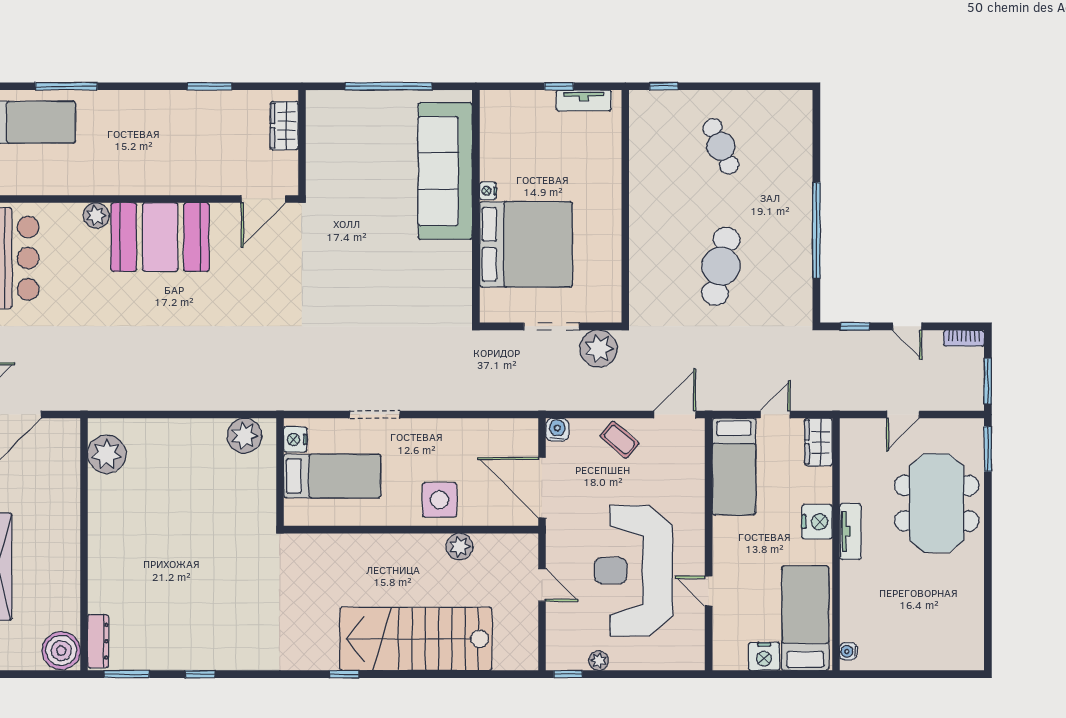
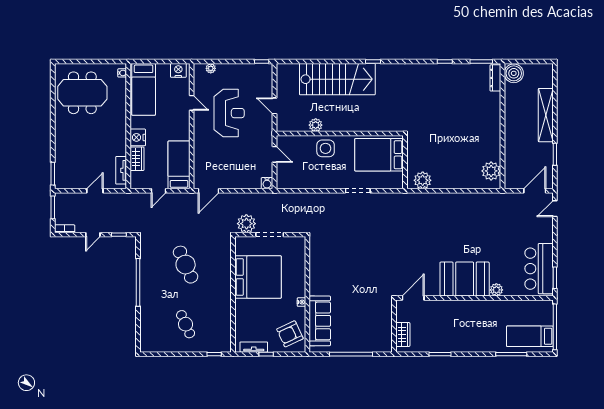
armchair: (511, 127) -> (290, 334), added
sofa: (445, 171) -> (320, 321), width x0.74, depth x0.79
bed: (526, 244) -> (258, 277), moved, turned 180
cafe table: (721, 266) -> (186, 265), turned -36
door: (907, 326) -> (93, 235), swing flipped
nightstand: (295, 440) -> (397, 178), removed
coffee table: (619, 440) -> (236, 178), removed
wardrobe: (818, 442) -> (137, 159), moved
bed: (332, 476) -> (379, 155), width x1.50
door: (542, 488) -> (275, 154), width x0.53
meeting table: (937, 503) -> (82, 93), moved, turned 90
tv unit: (850, 531) -> (121, 170), moved
reception desk: (633, 571) -> (229, 113), width x0.74, depth x0.77
nightstand: (764, 656) -> (178, 70), moved
plant: (599, 661) -> (211, 68), moved

